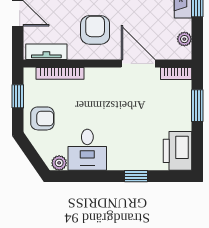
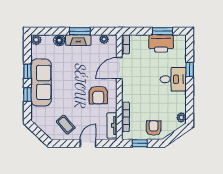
armchair: (95, 30) -> (98, 95), turned -90
window: (197, 106) -> (163, 31), moved
desk: (87, 150) -> (173, 79), moved
printer: (178, 151) -> (161, 44), moved

